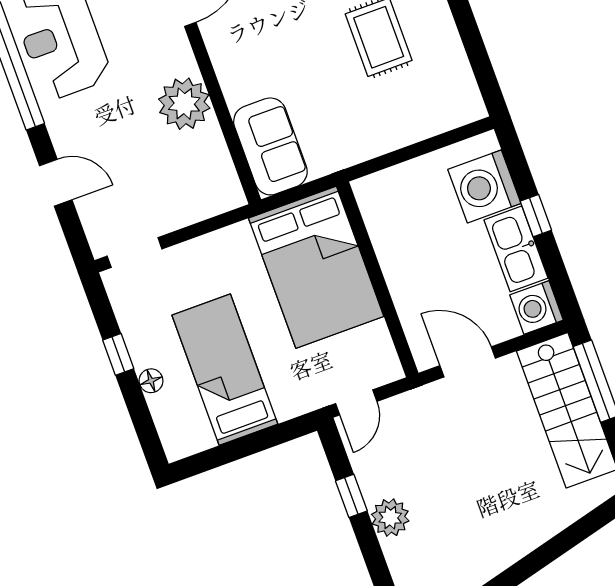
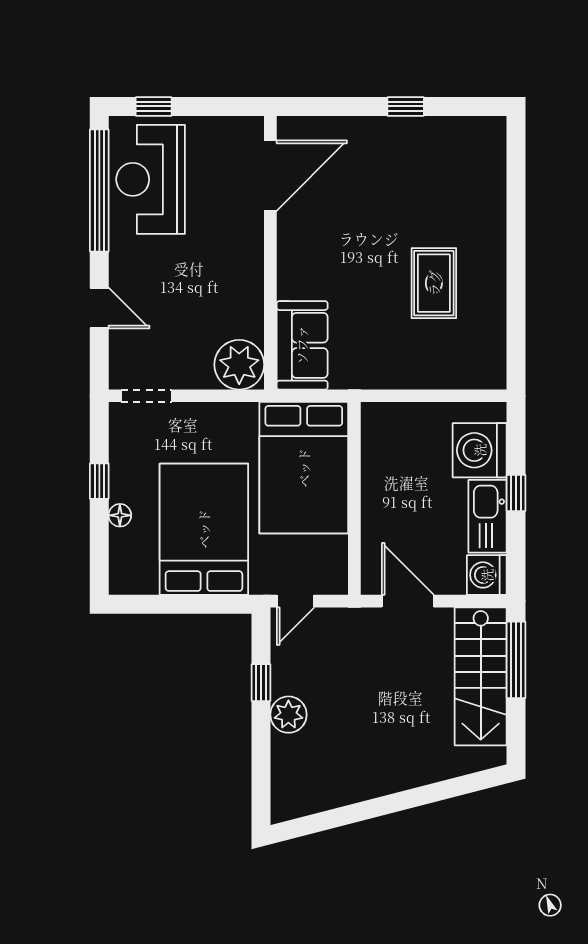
plant: (184, 104) -> (239, 365), moved
bed: (225, 370) -> (204, 529), width x1.50

